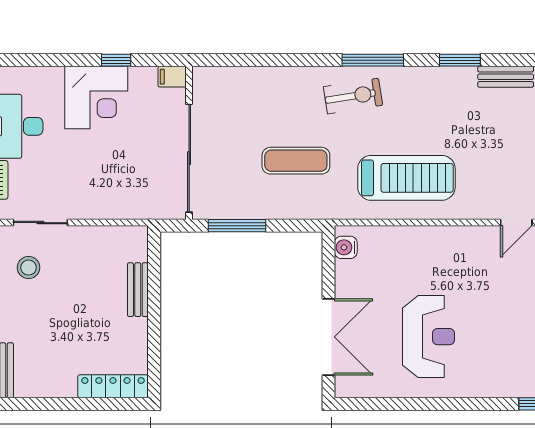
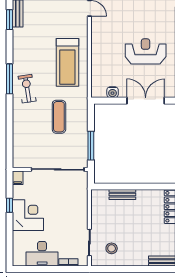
window: (460, 60) -> (9, 20), moved
treadmill: (406, 178) -> (67, 62), turned 180
water cooler: (346, 247) -> (113, 92), moved

